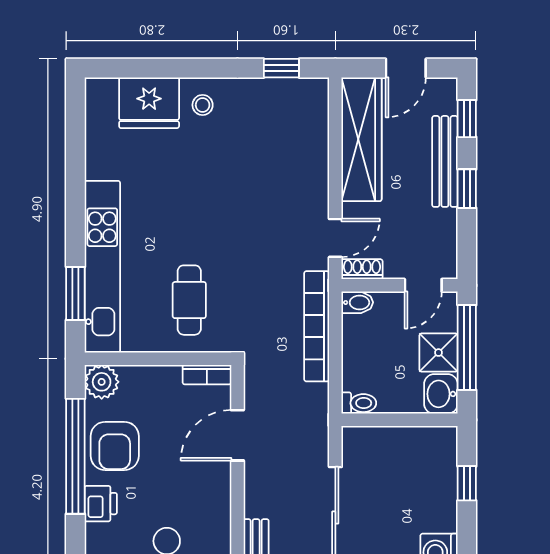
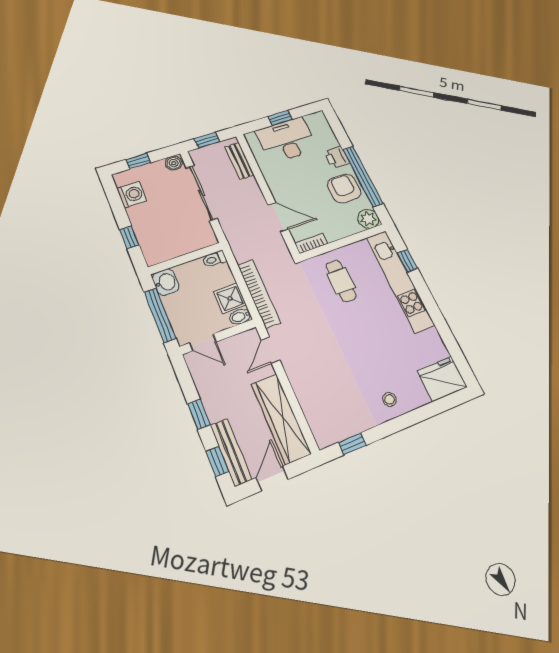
fridge: (149, 103) -> (442, 379), moved
bench: (445, 161) -> (231, 452), moved
shoe rack: (362, 269) -> (246, 338), removed
door: (423, 285) -> (203, 342), swing flipped
window: (75, 293) -> (407, 261), width x0.67
shower: (439, 353) -> (230, 298), moved
door: (237, 435) -> (278, 217), hinge flipped

